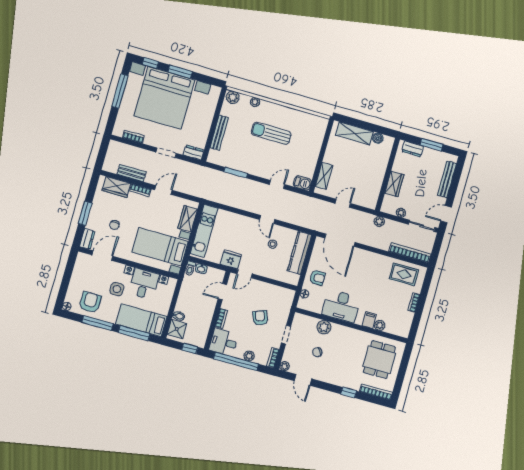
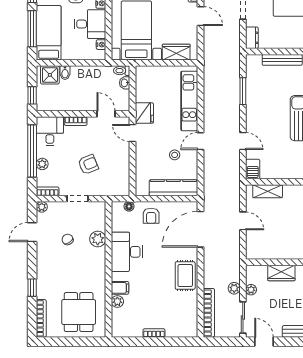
plant: (379, 221) -> (234, 288), moved
kitchen unit: (204, 231) -> (189, 101), moved, turned 90
rug: (404, 274) -> (185, 276), moved
dining table: (379, 360) -> (79, 312), turned 90

